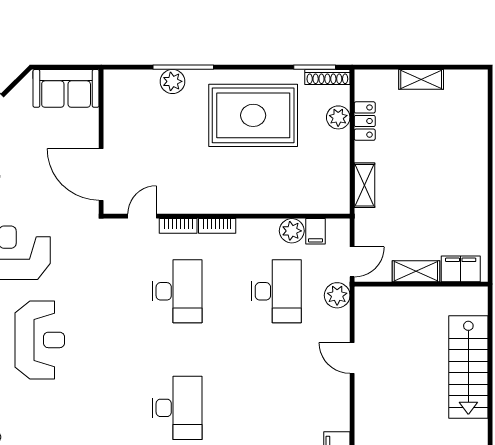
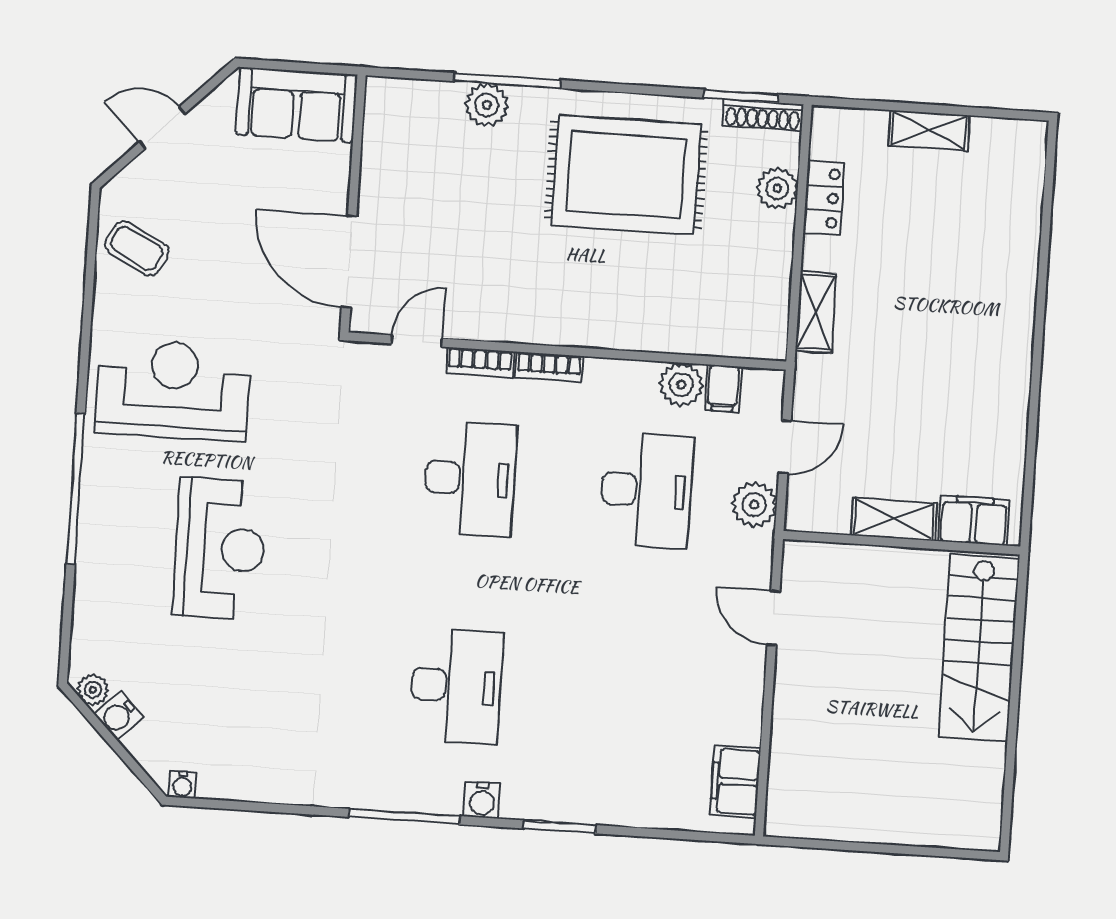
filing cabinet: (461, 269) -> (974, 520), moved
shelving: (416, 271) -> (894, 519), moved
wall: (421, 284) -> (902, 543), moved

